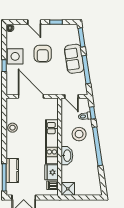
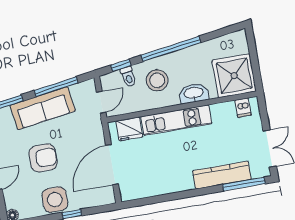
sofa: (74, 59) -> (43, 108), width x1.36
stool: (13, 128) -> (165, 185), removed
kitchen counter: (12, 171) -> (222, 175), width x1.50
fridge: (52, 172) -> (129, 129), moved
shower: (68, 189) -> (234, 76), width x1.86, depth x1.86

